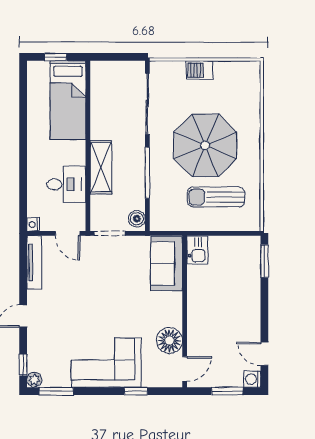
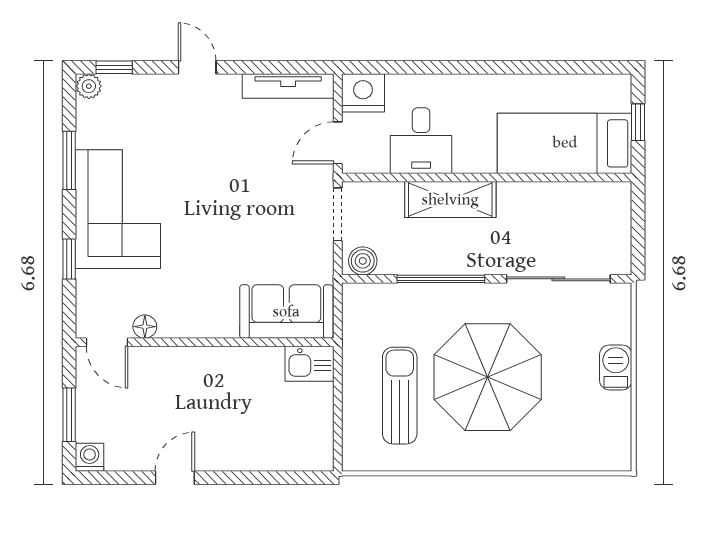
nightstand: (33, 224) -> (363, 93), width x1.89, depth x1.79
window: (264, 261) -> (290, 478), removed
floor lamp: (169, 341) -> (145, 327), width x0.53, depth x0.53
door: (264, 354) -> (175, 478), moved
window: (56, 391) -> (69, 160), moved

